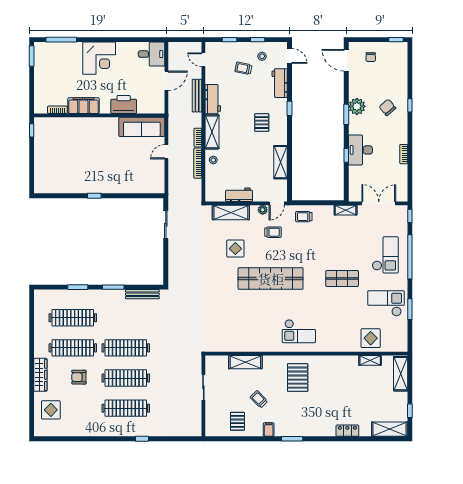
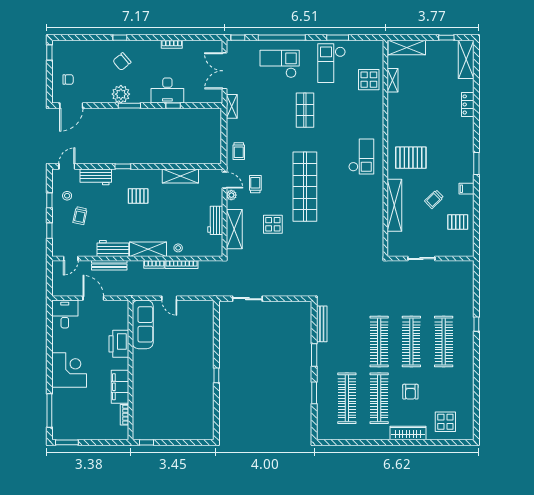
shelving: (245, 362) -> (394, 205), width x1.47

